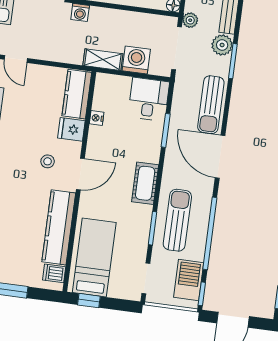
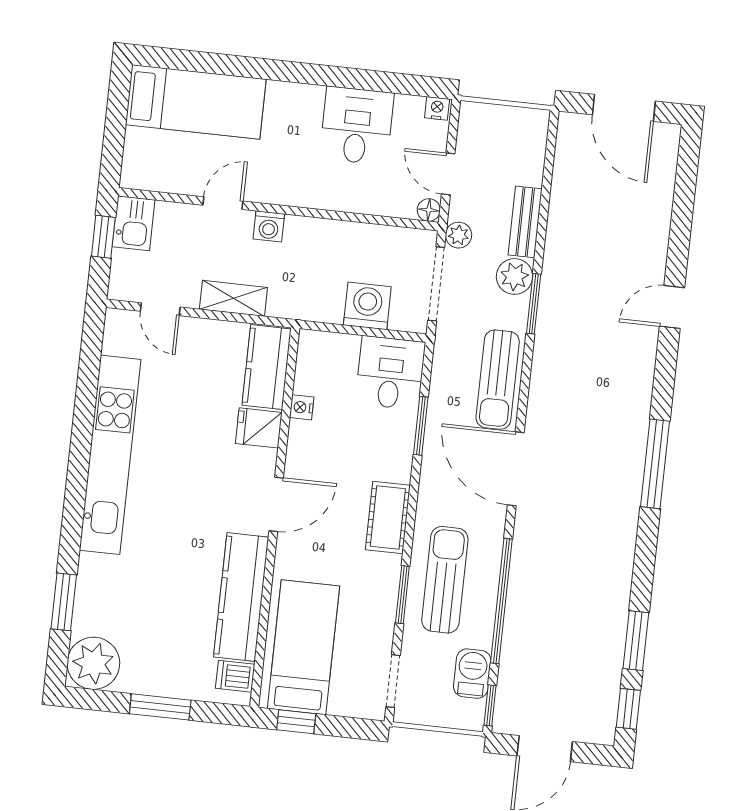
shelving: (103, 60) -> (233, 298), moved
stool: (48, 161) -> (219, 484), removed
barbecue: (189, 280) -> (472, 674), width x0.73, depth x0.79

